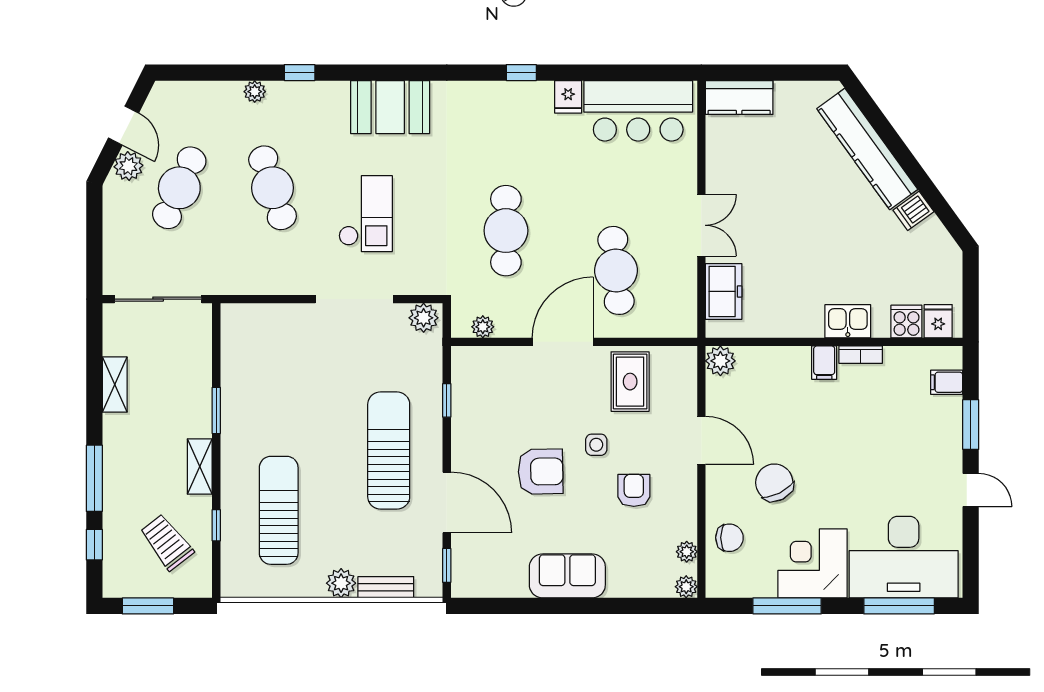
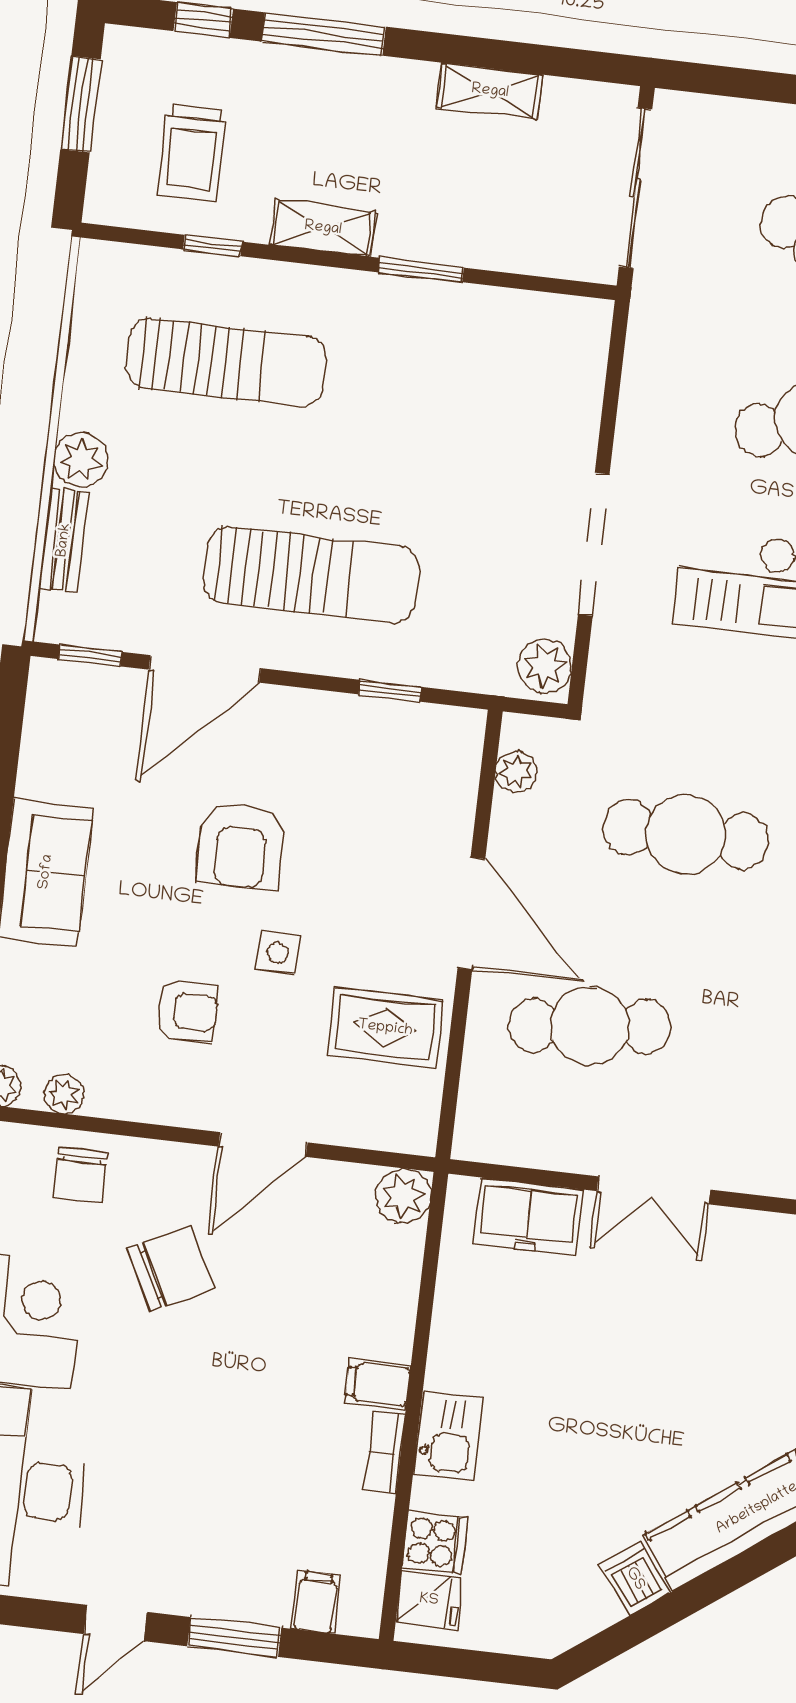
trolley: (167, 542) -> (192, 152), turned 128

